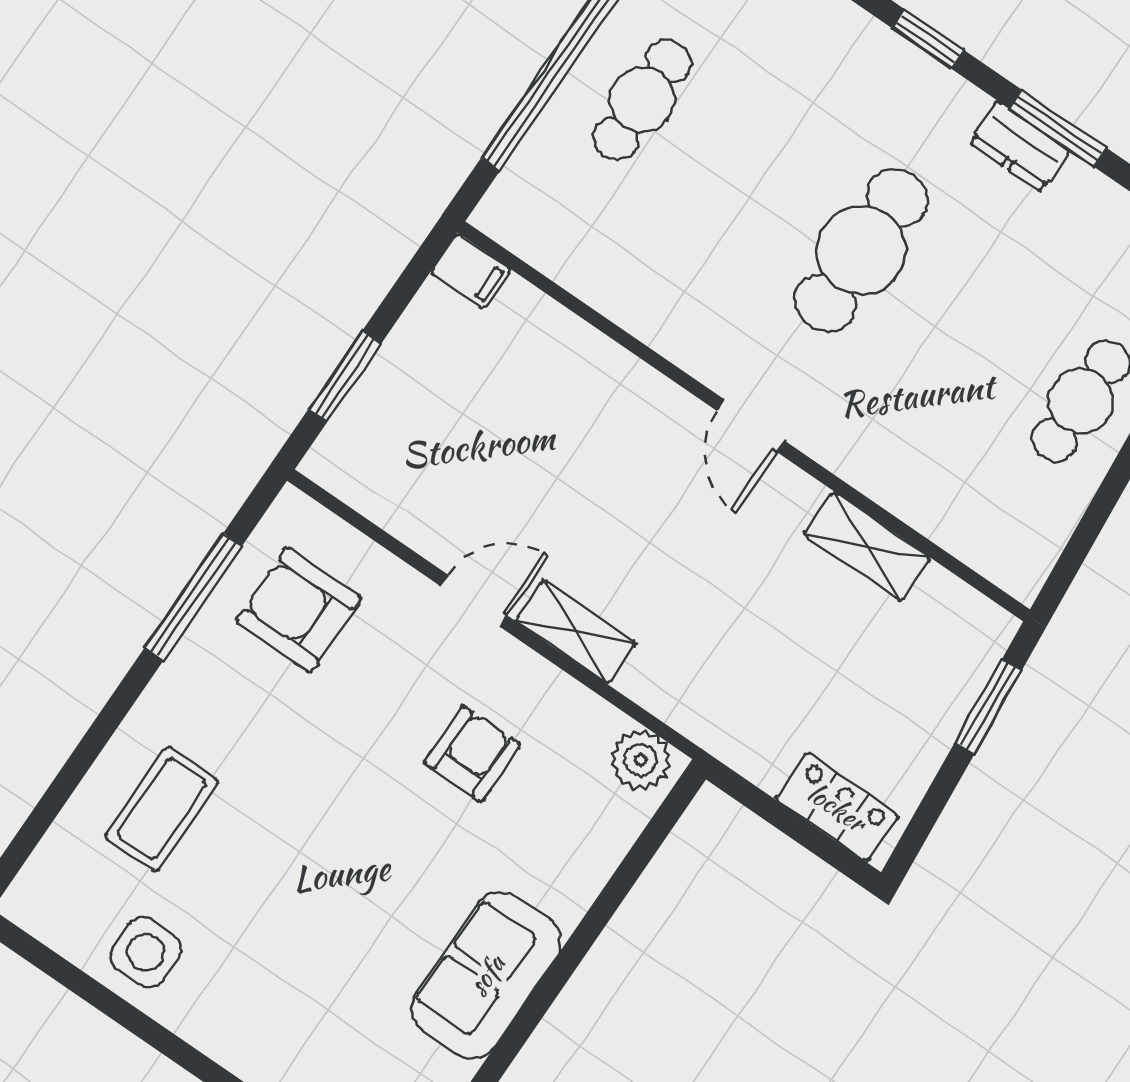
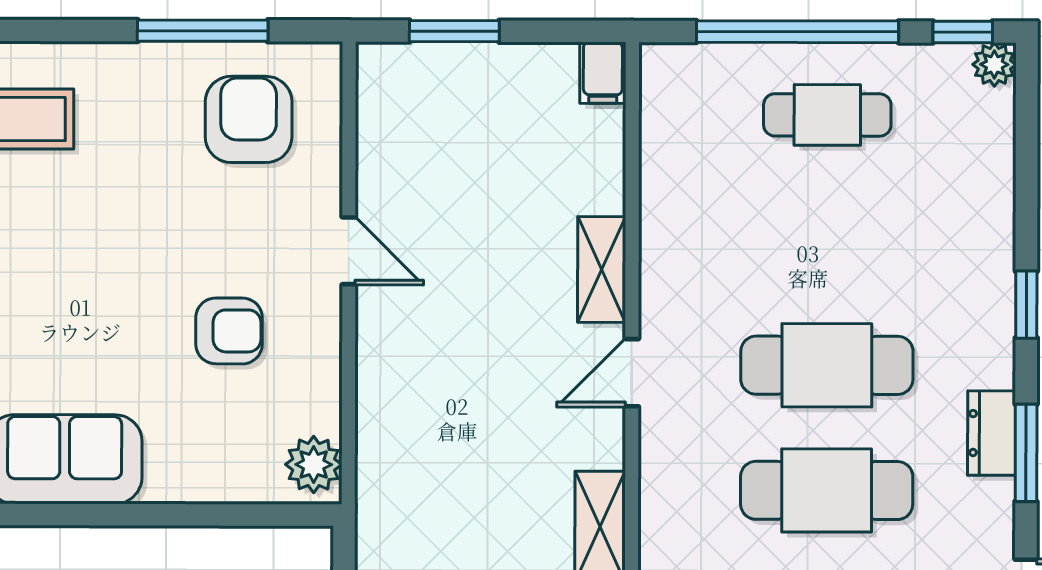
cafe table: (971, 326) -> (827, 490), added
shelving: (576, 632) -> (602, 269), moved

